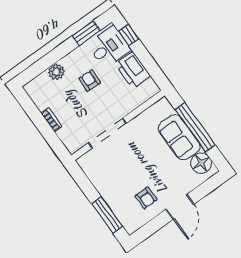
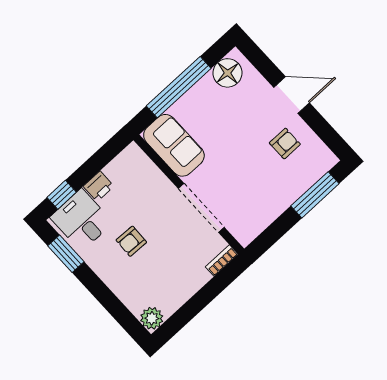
printer: (133, 70) -> (99, 186), width x0.53, depth x0.68
plant: (56, 72) -> (152, 318), moved
bookcase: (51, 120) -> (222, 261), moved
sofa: (179, 137) -> (174, 145), moved, turned -90

